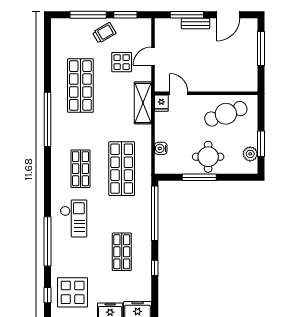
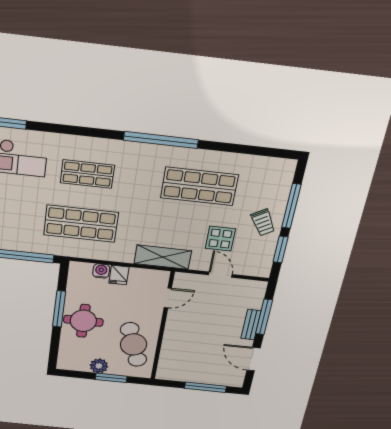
fridge: (161, 103) -> (119, 275), moved, turned -90
window: (261, 144) -> (111, 378), moved
plant: (250, 154) -> (99, 366), moved

